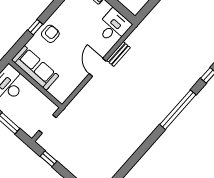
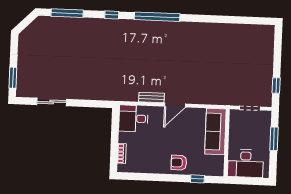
window: (35, 27) -> (197, 179), moved
sofa: (35, 68) -> (215, 132), moved

